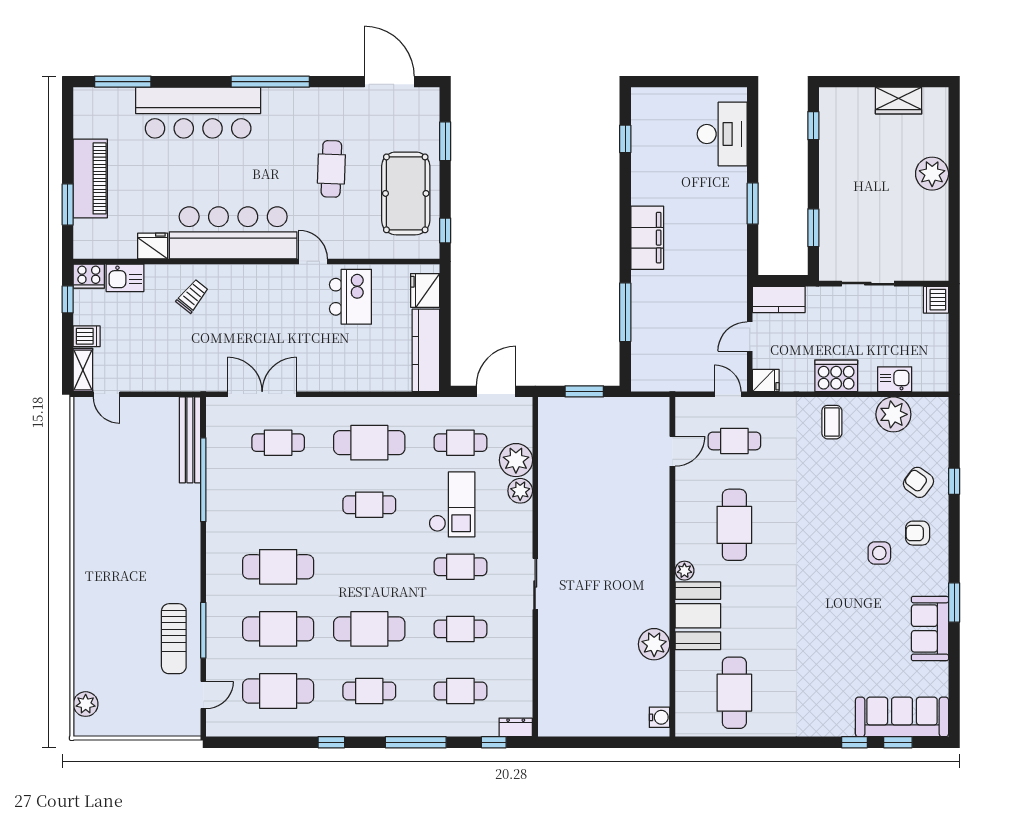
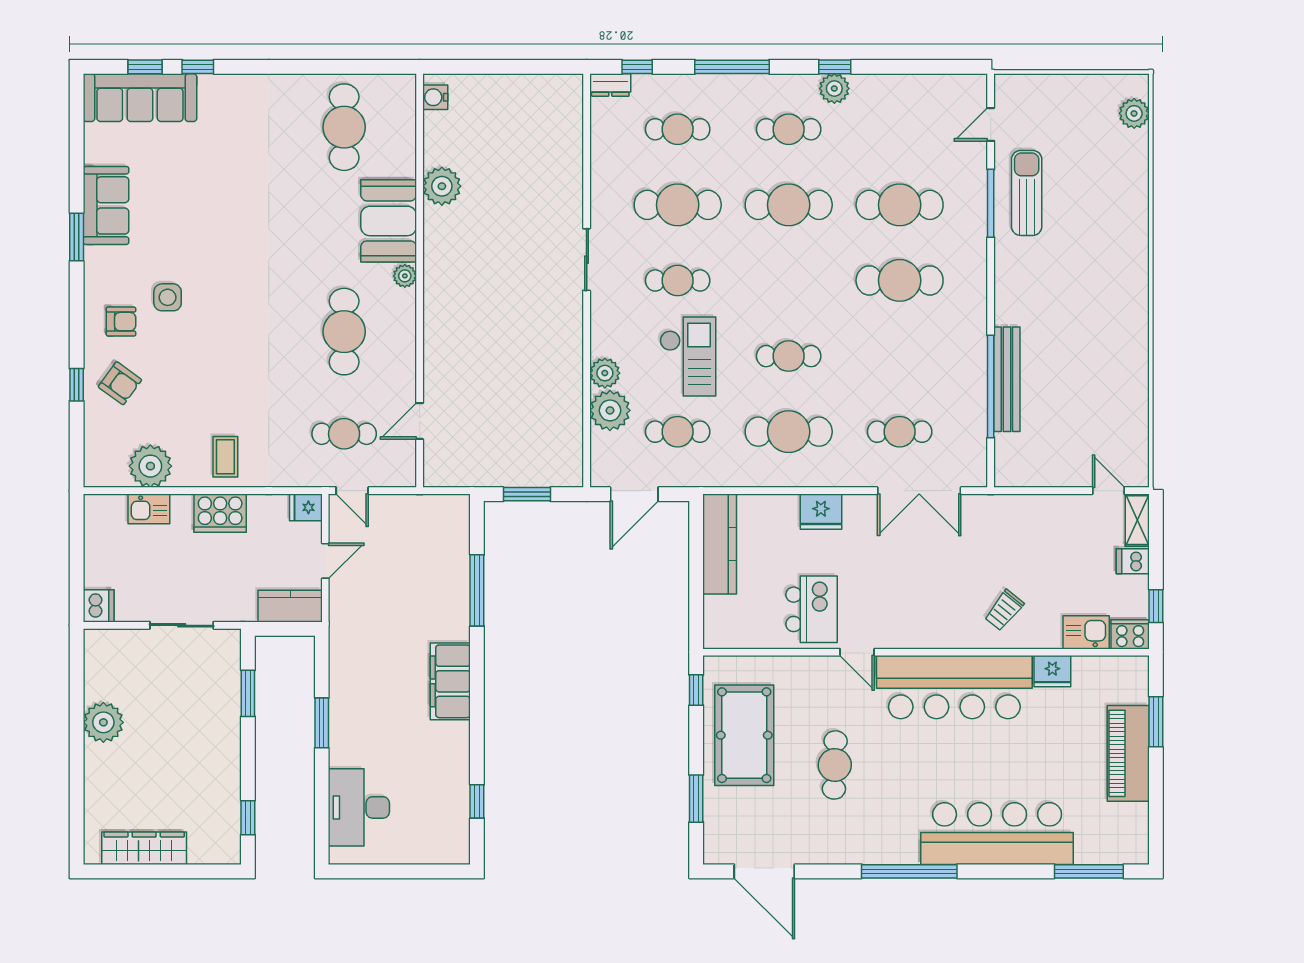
wardrobe: (899, 101) -> (144, 848), width x1.50
plant: (932, 174) -> (103, 722), moved
fridge: (425, 290) -> (821, 512), moved, turned 90
kitchen island: (350, 297) -> (812, 609), turned 180
bench: (190, 440) -> (1007, 379), moved
checkout: (452, 504) -> (688, 356), turned 180
cafe table: (460, 629) -> (678, 205), width x1.37, depth x1.35
cafe table: (278, 691) -> (900, 129), removed
plant: (332, 724) -> (834, 89), added

